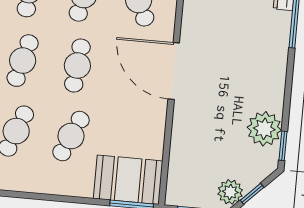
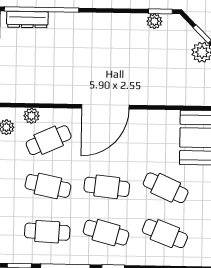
plant: (264, 129) -> (154, 21), width x0.53, depth x0.53

